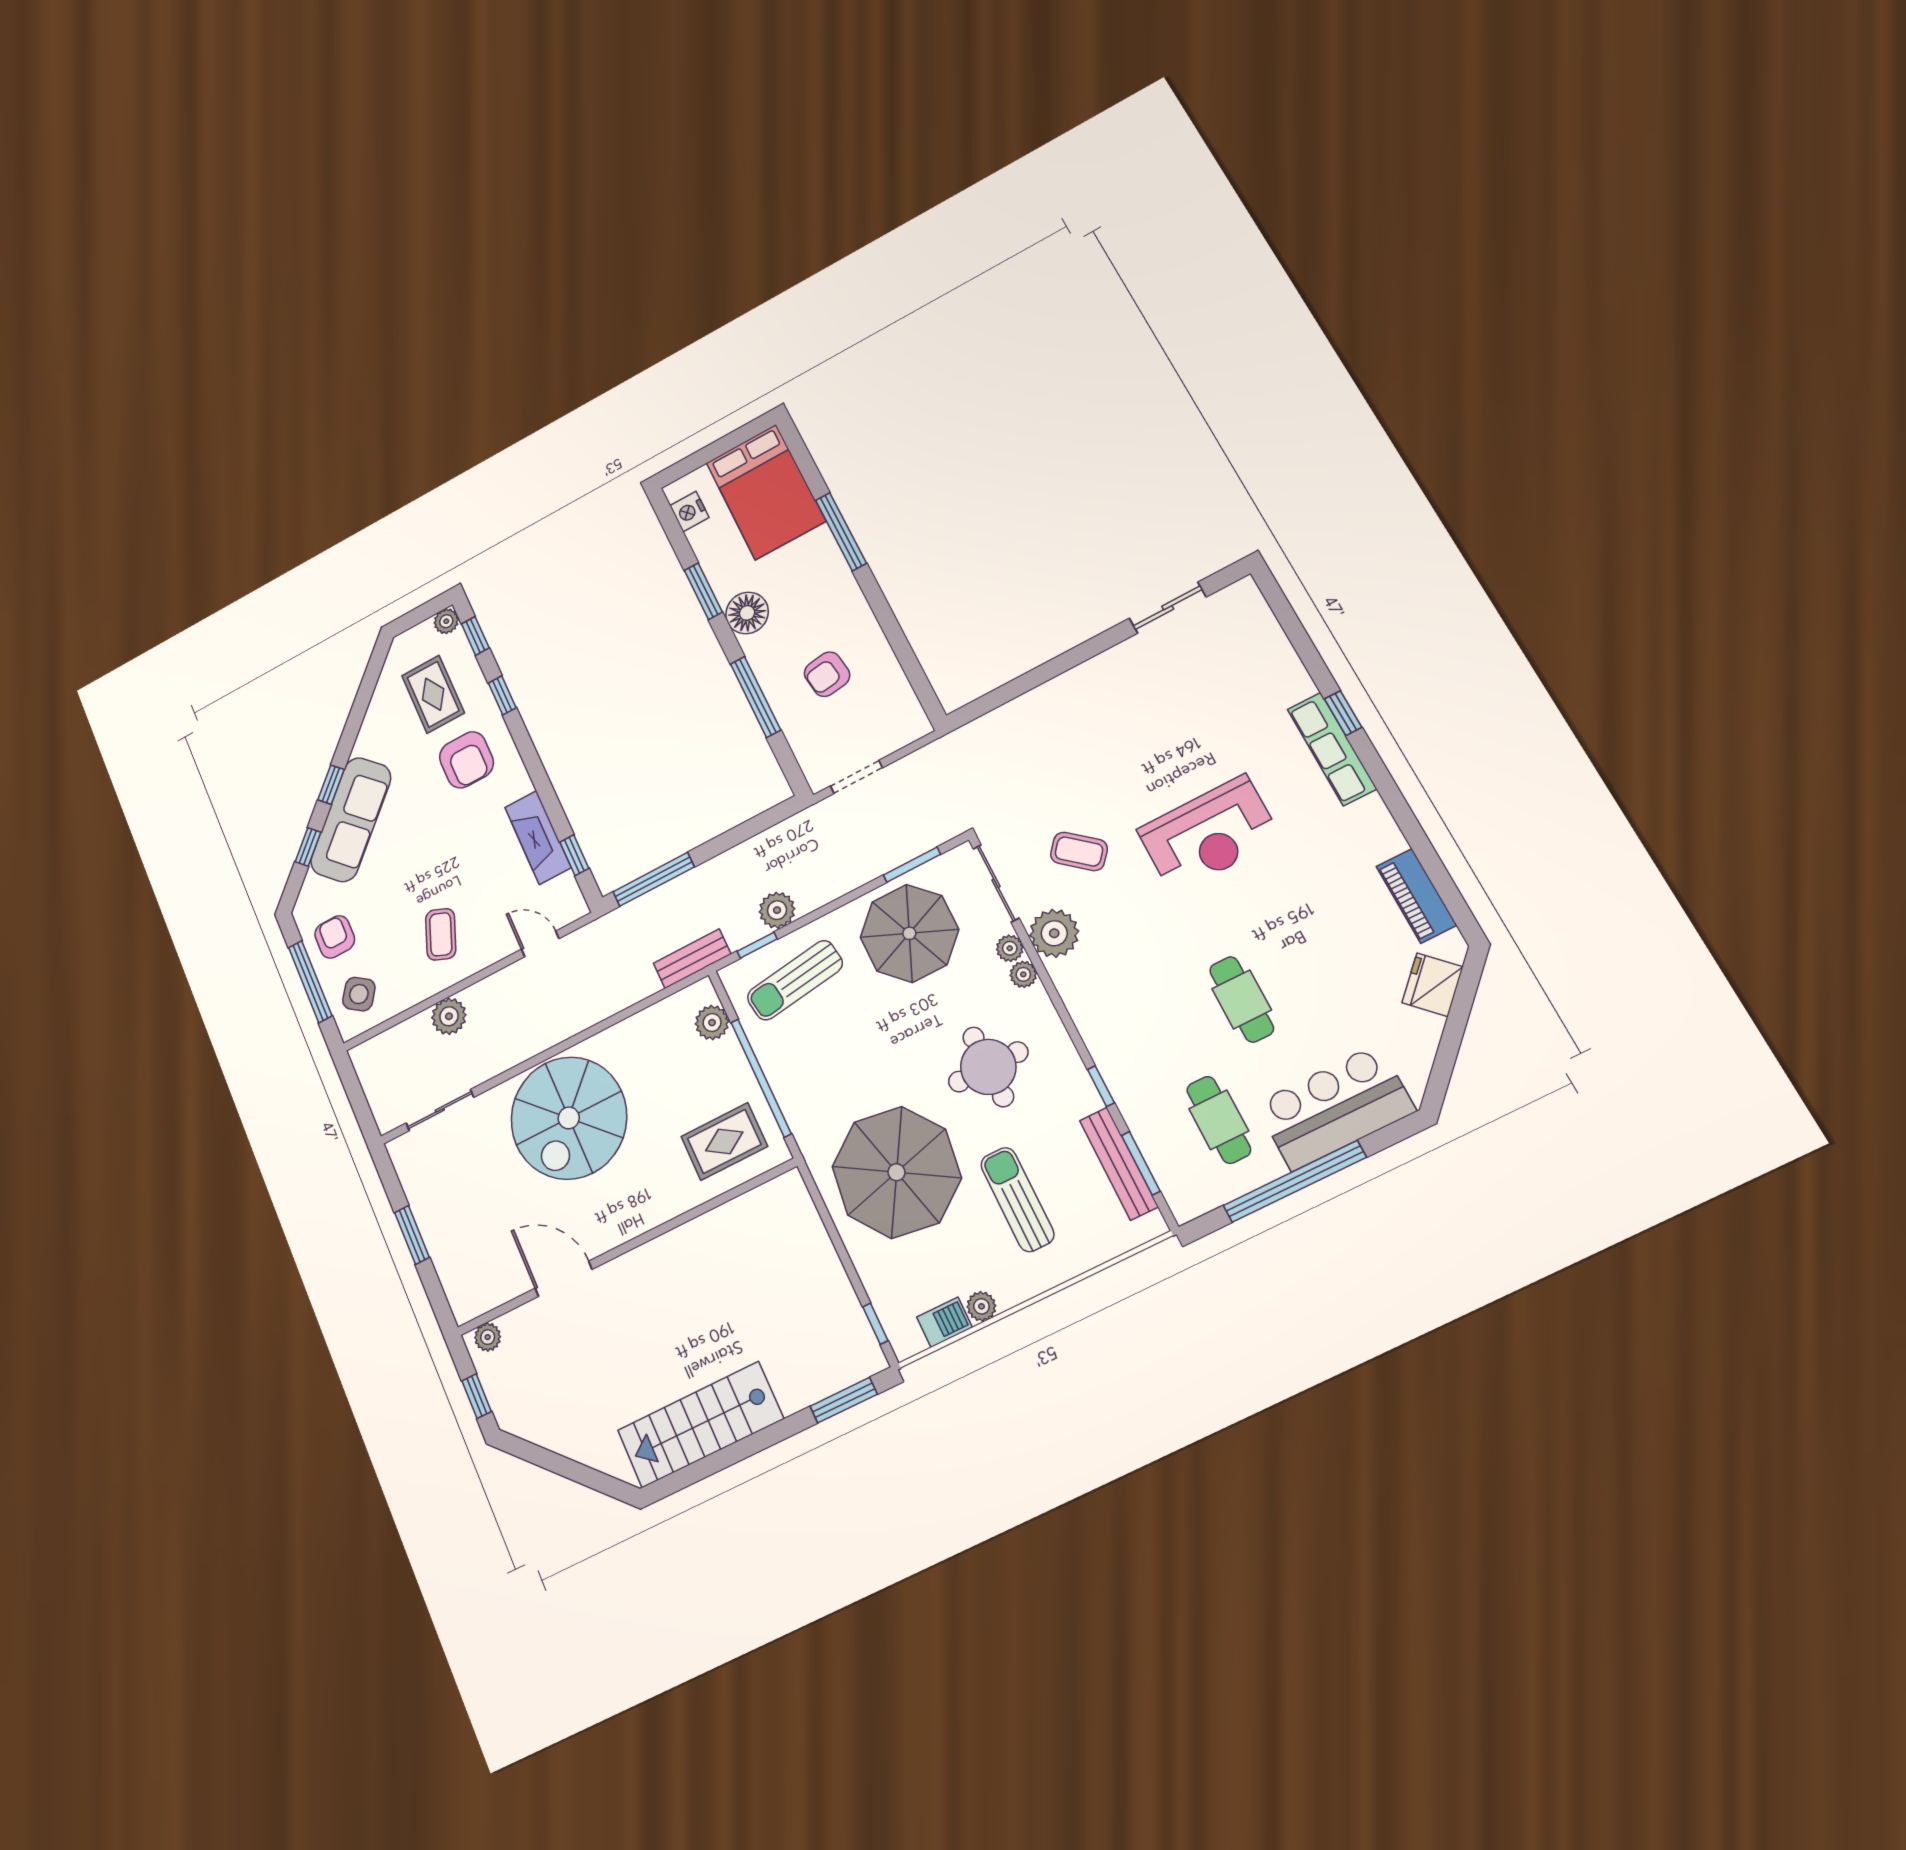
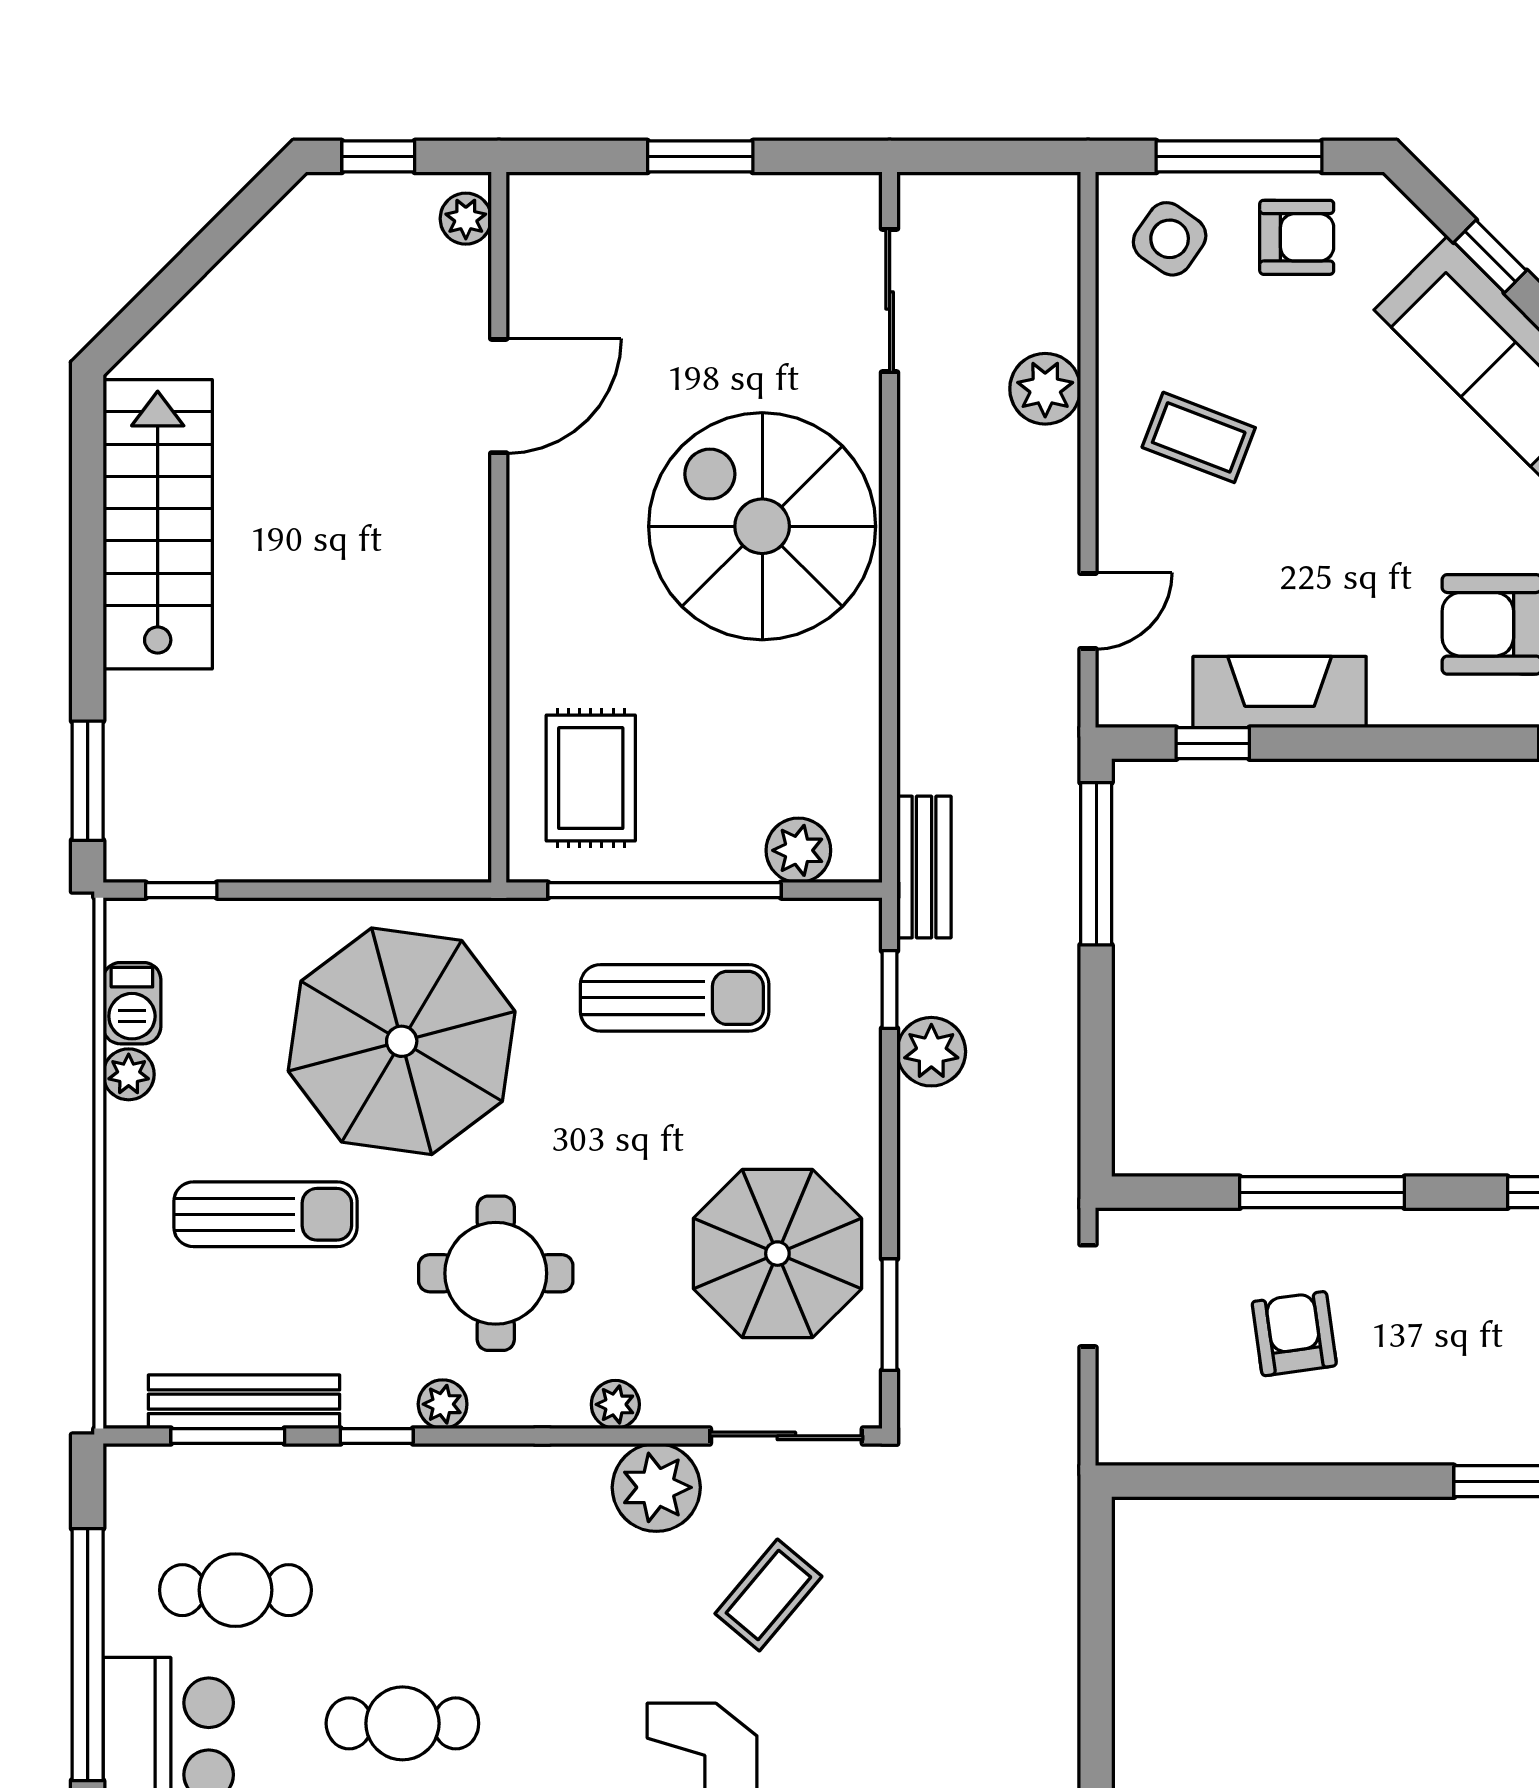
floor lamp: (747, 613) -> (1481, 1249), removed
plant: (1010, 948) -> (443, 1404), moved
sun lounger: (795, 980) -> (675, 998), moved, turned 98

